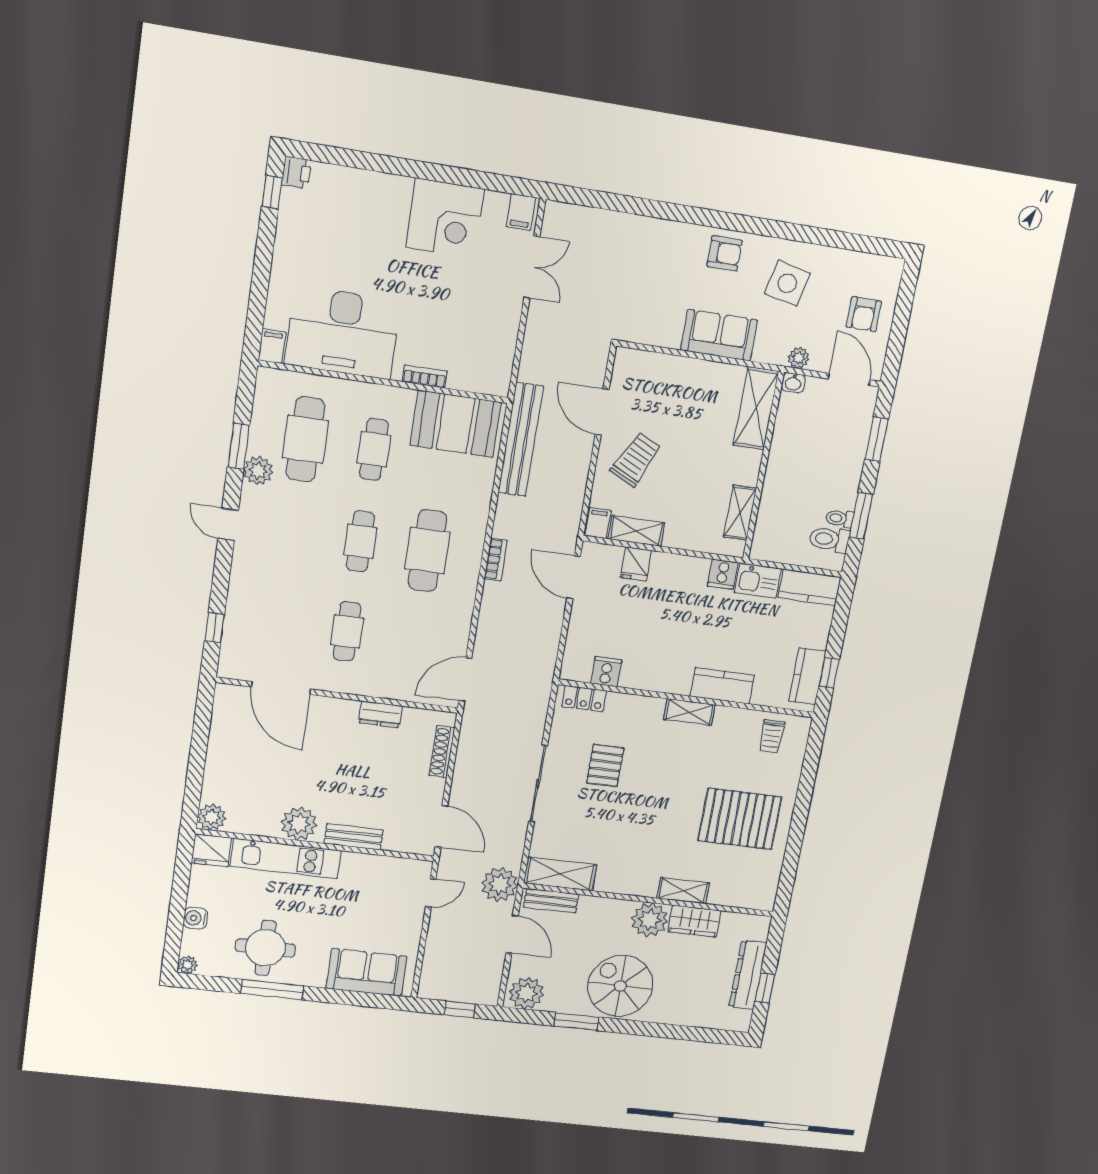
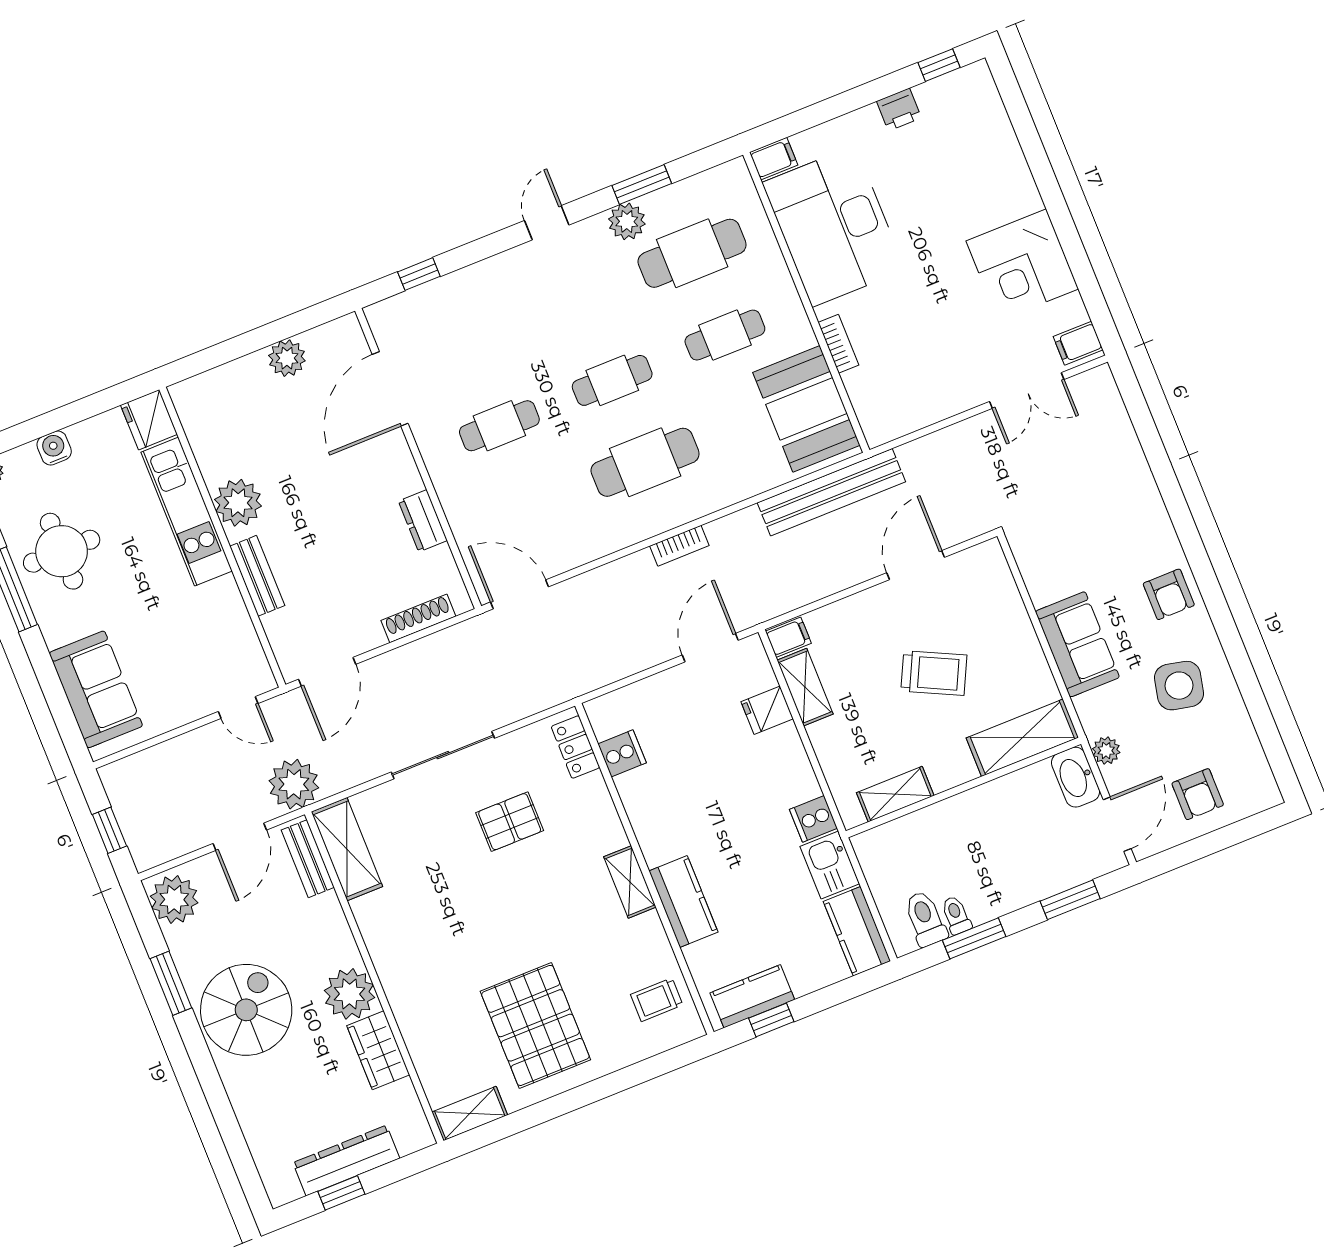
printer: (296, 173) -> (899, 109), moved
armchair: (864, 314) -> (1198, 794), turned -90
washbasin: (793, 383) -> (1076, 777), width x1.91, depth x1.45
trolley: (636, 459) -> (934, 673), moved
plant: (212, 817) -> (287, 358), moved
shelving: (683, 891) -> (470, 1114), moved, turned 90

